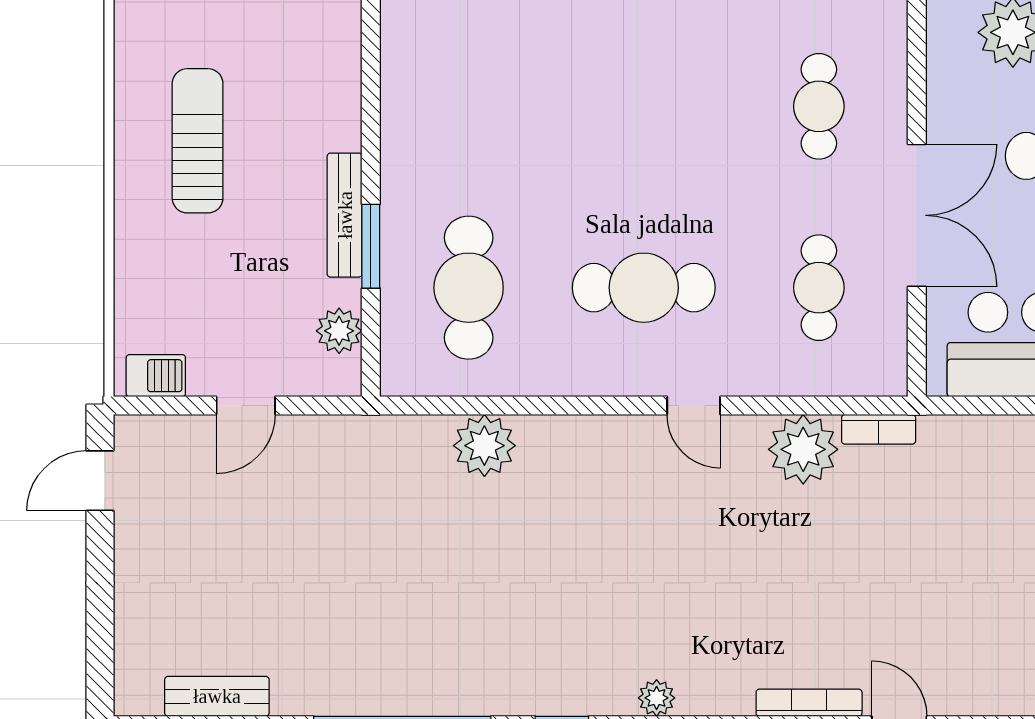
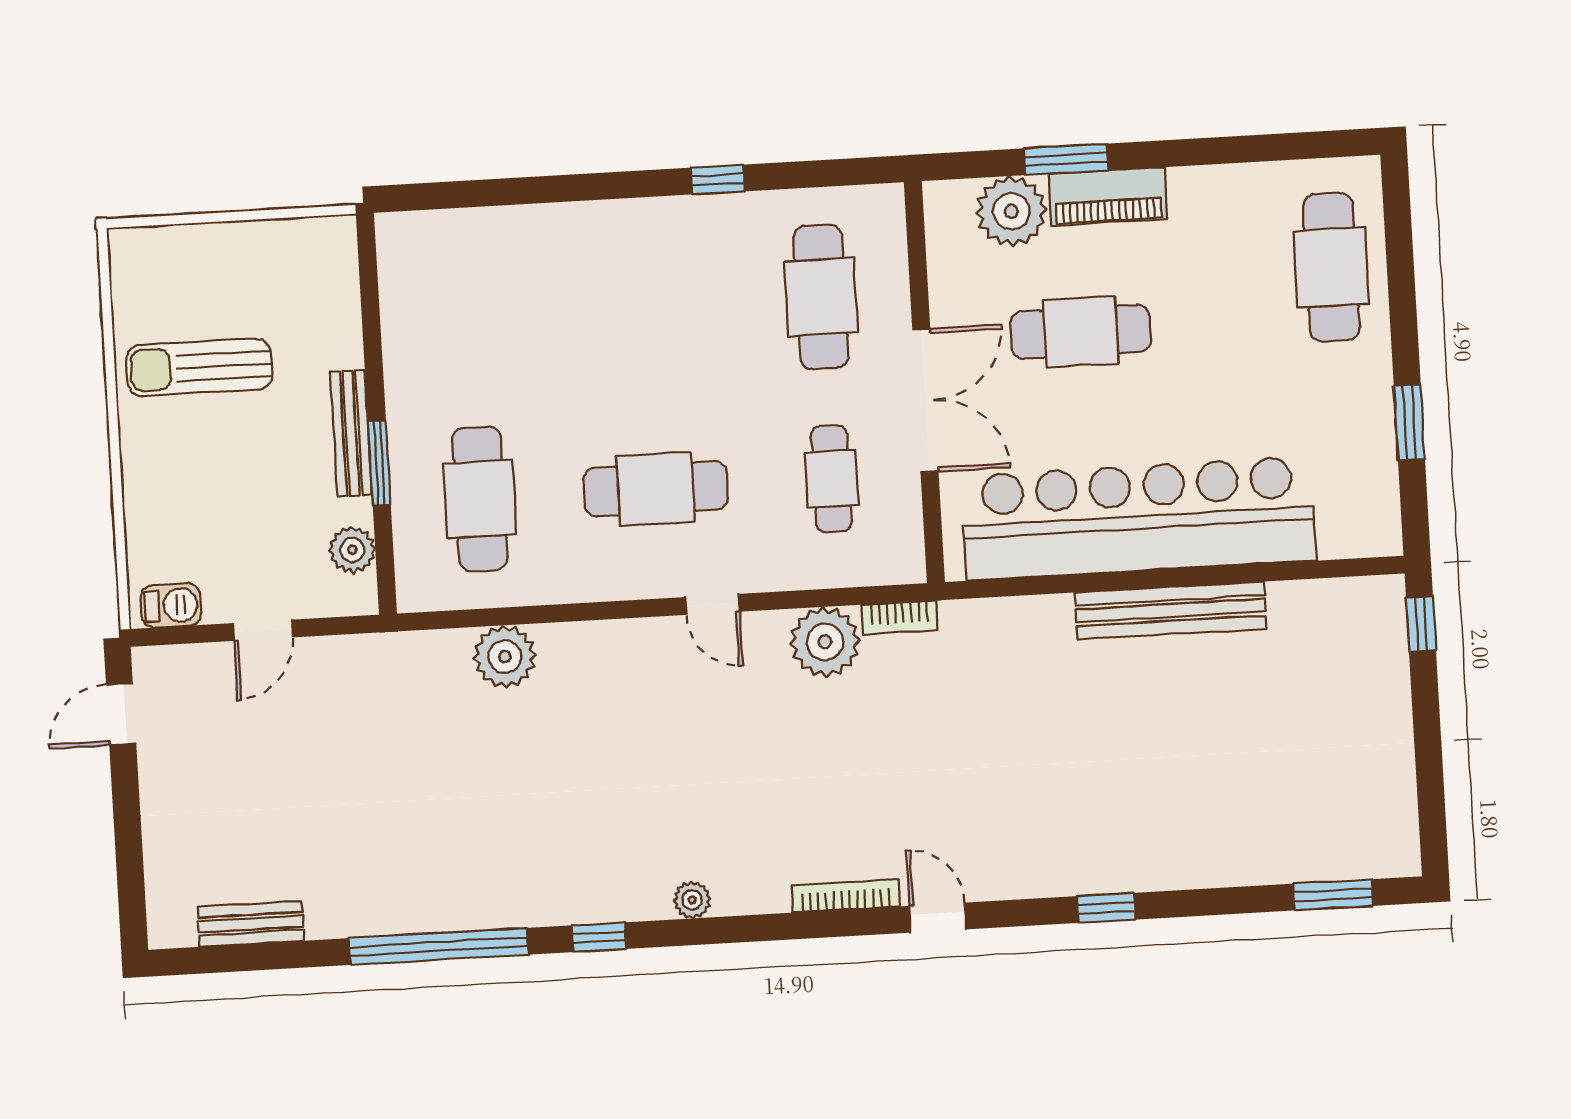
cafe table: (819, 106) -> (821, 297), width x1.37, depth x1.35
sun lounger: (198, 141) -> (199, 367), turned -90

